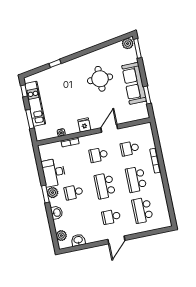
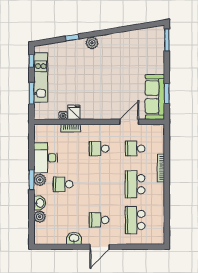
plant: (128, 44) -> (92, 43), moved
round table: (100, 79) -> (118, 65), removed
sofa: (134, 83) -> (155, 97), moved
fridge: (84, 125) -> (74, 112), moved
door: (109, 128) -> (129, 122), moved
school desk: (105, 186) -> (99, 184), removed
plant: (61, 236) -> (40, 217), moved
washbasin: (78, 240) -> (74, 238), moved

